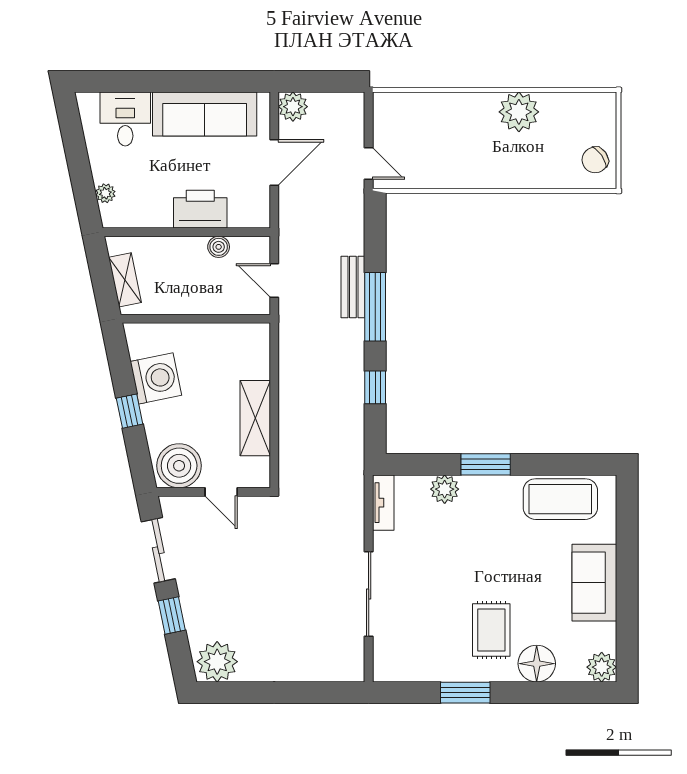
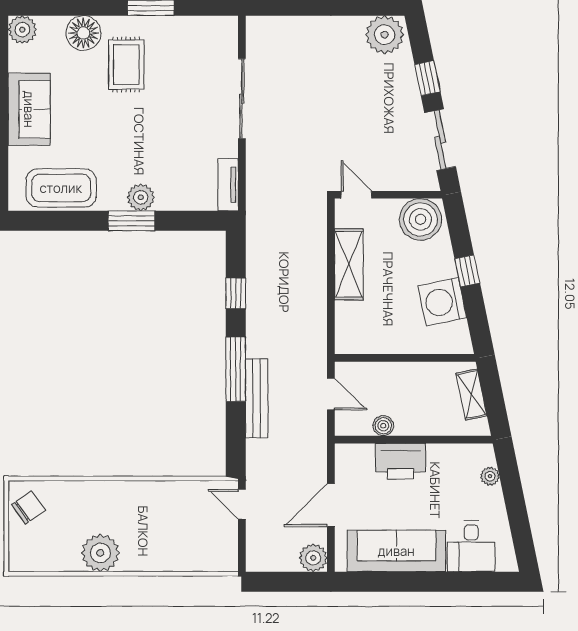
bench: (353, 287) -> (257, 398), width x1.36
plant: (445, 489) -> (141, 197), moved
door: (221, 492) -> (356, 195), moved

